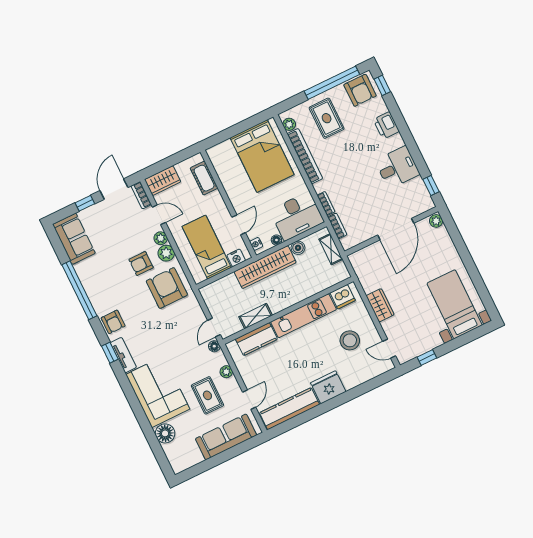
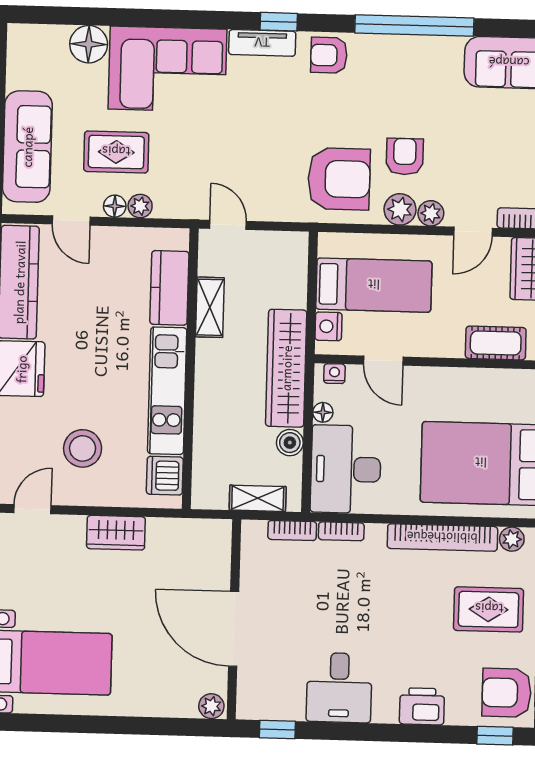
floor lamp: (214, 346) -> (115, 206), moved

